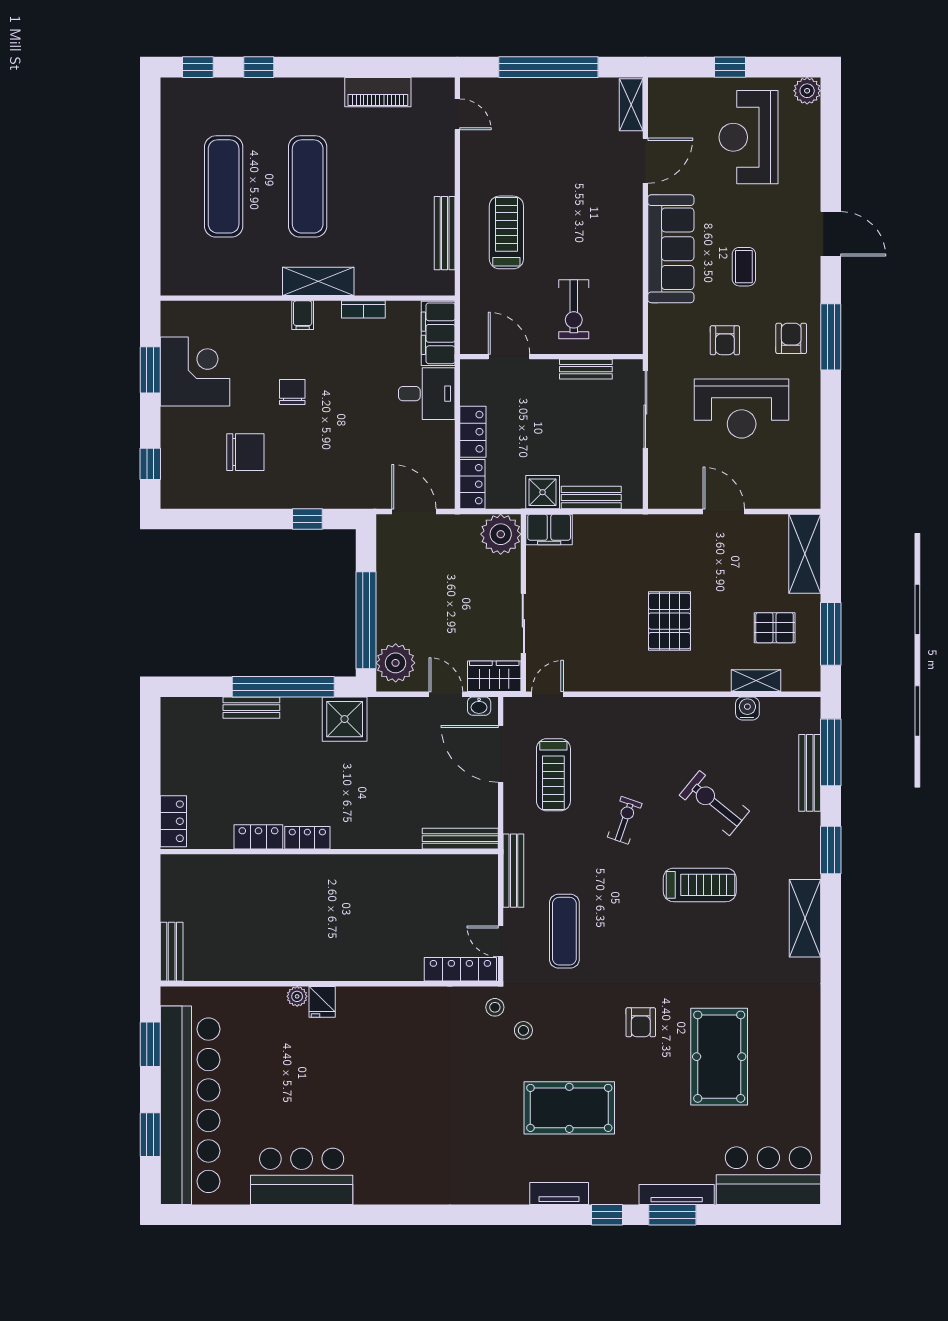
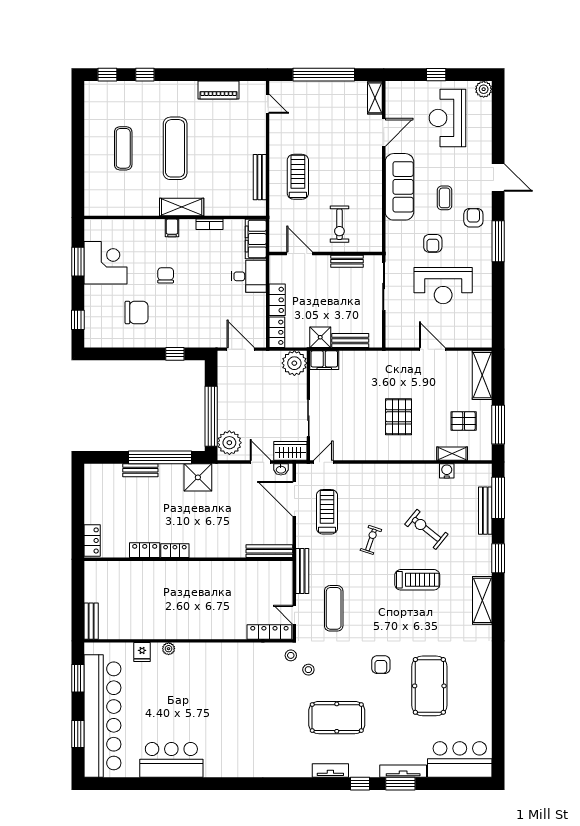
exercise mat: (224, 186) -> (123, 148), width x0.73, depth x0.69
armchair: (791, 338) -> (473, 218), moved
treadmill: (553, 775) -> (327, 512), turned 180
fridge: (322, 1002) -> (142, 652), moved

